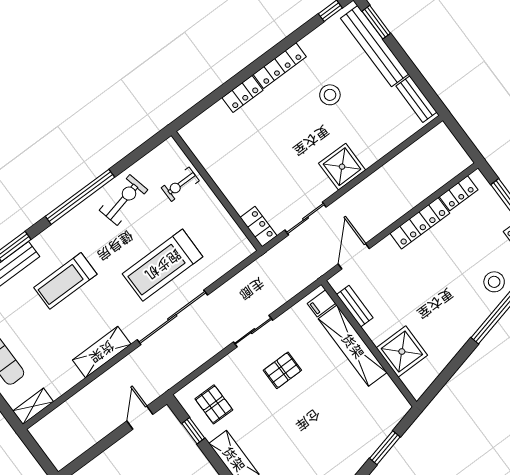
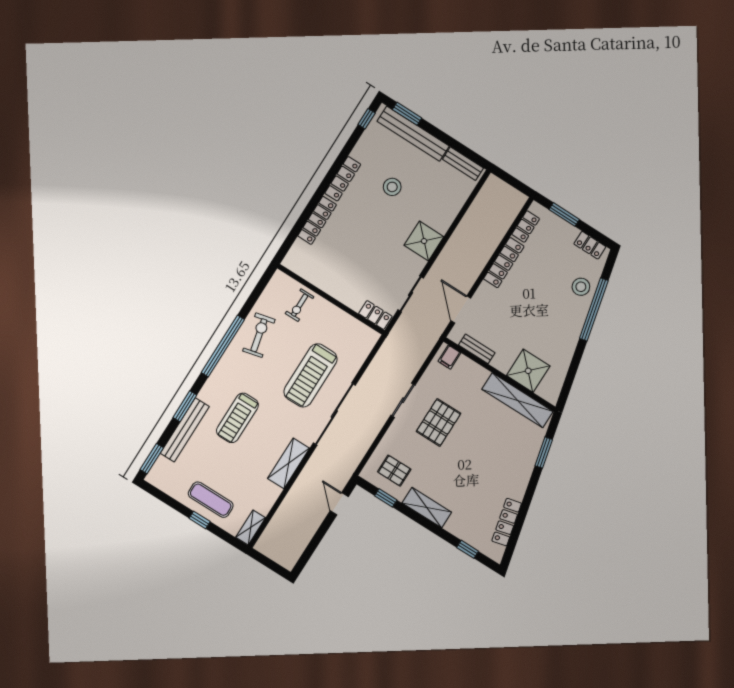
locker: (242, 94) -> (317, 220), width x1.53
shelving: (353, 346) -> (517, 400), moved
pallet: (282, 370) -> (439, 422), width x1.50, depth x1.42

